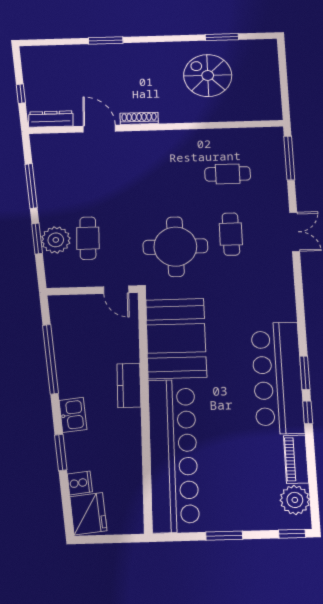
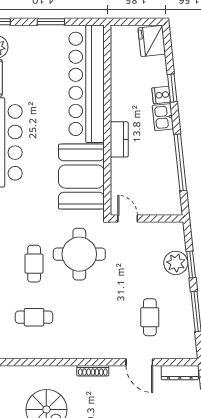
shoe rack: (139, 118) -> (93, 371), moved
cafe table: (88, 238) -> (150, 317), moved
cooker: (80, 483) -> (161, 95), moved

